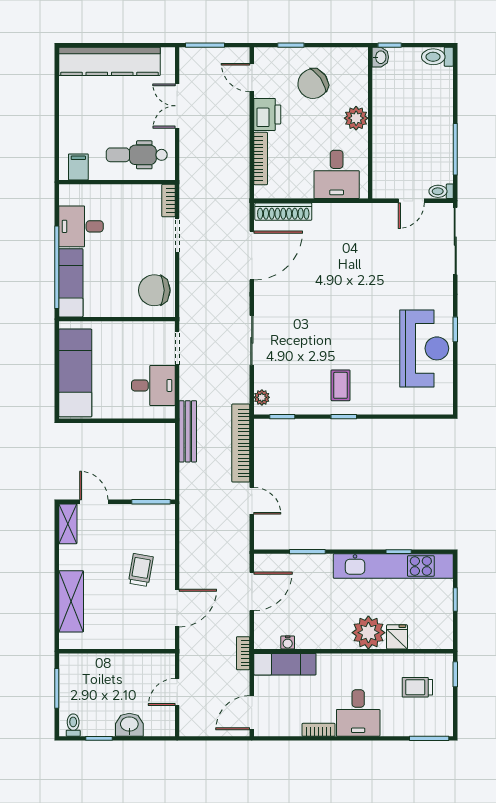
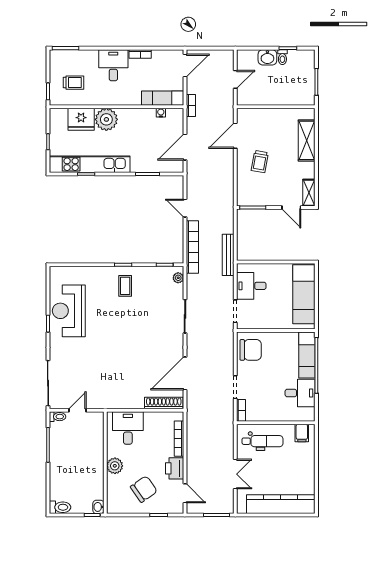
fridge: (397, 637) -> (81, 119), width x1.88, depth x1.34
toilet: (73, 725) -> (282, 57), moved

